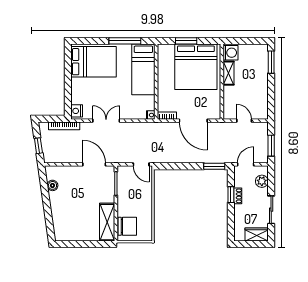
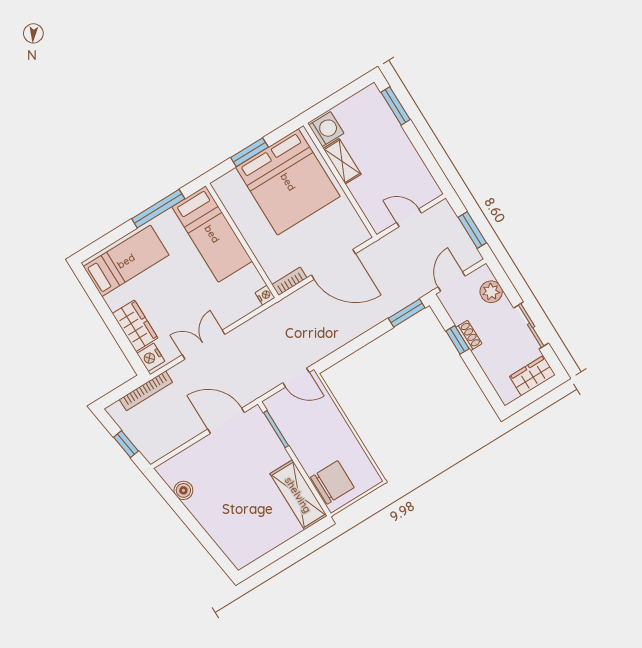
bed: (94, 62) -> (126, 261), width x0.67
wardrobe: (78, 91) -> (135, 326), added

